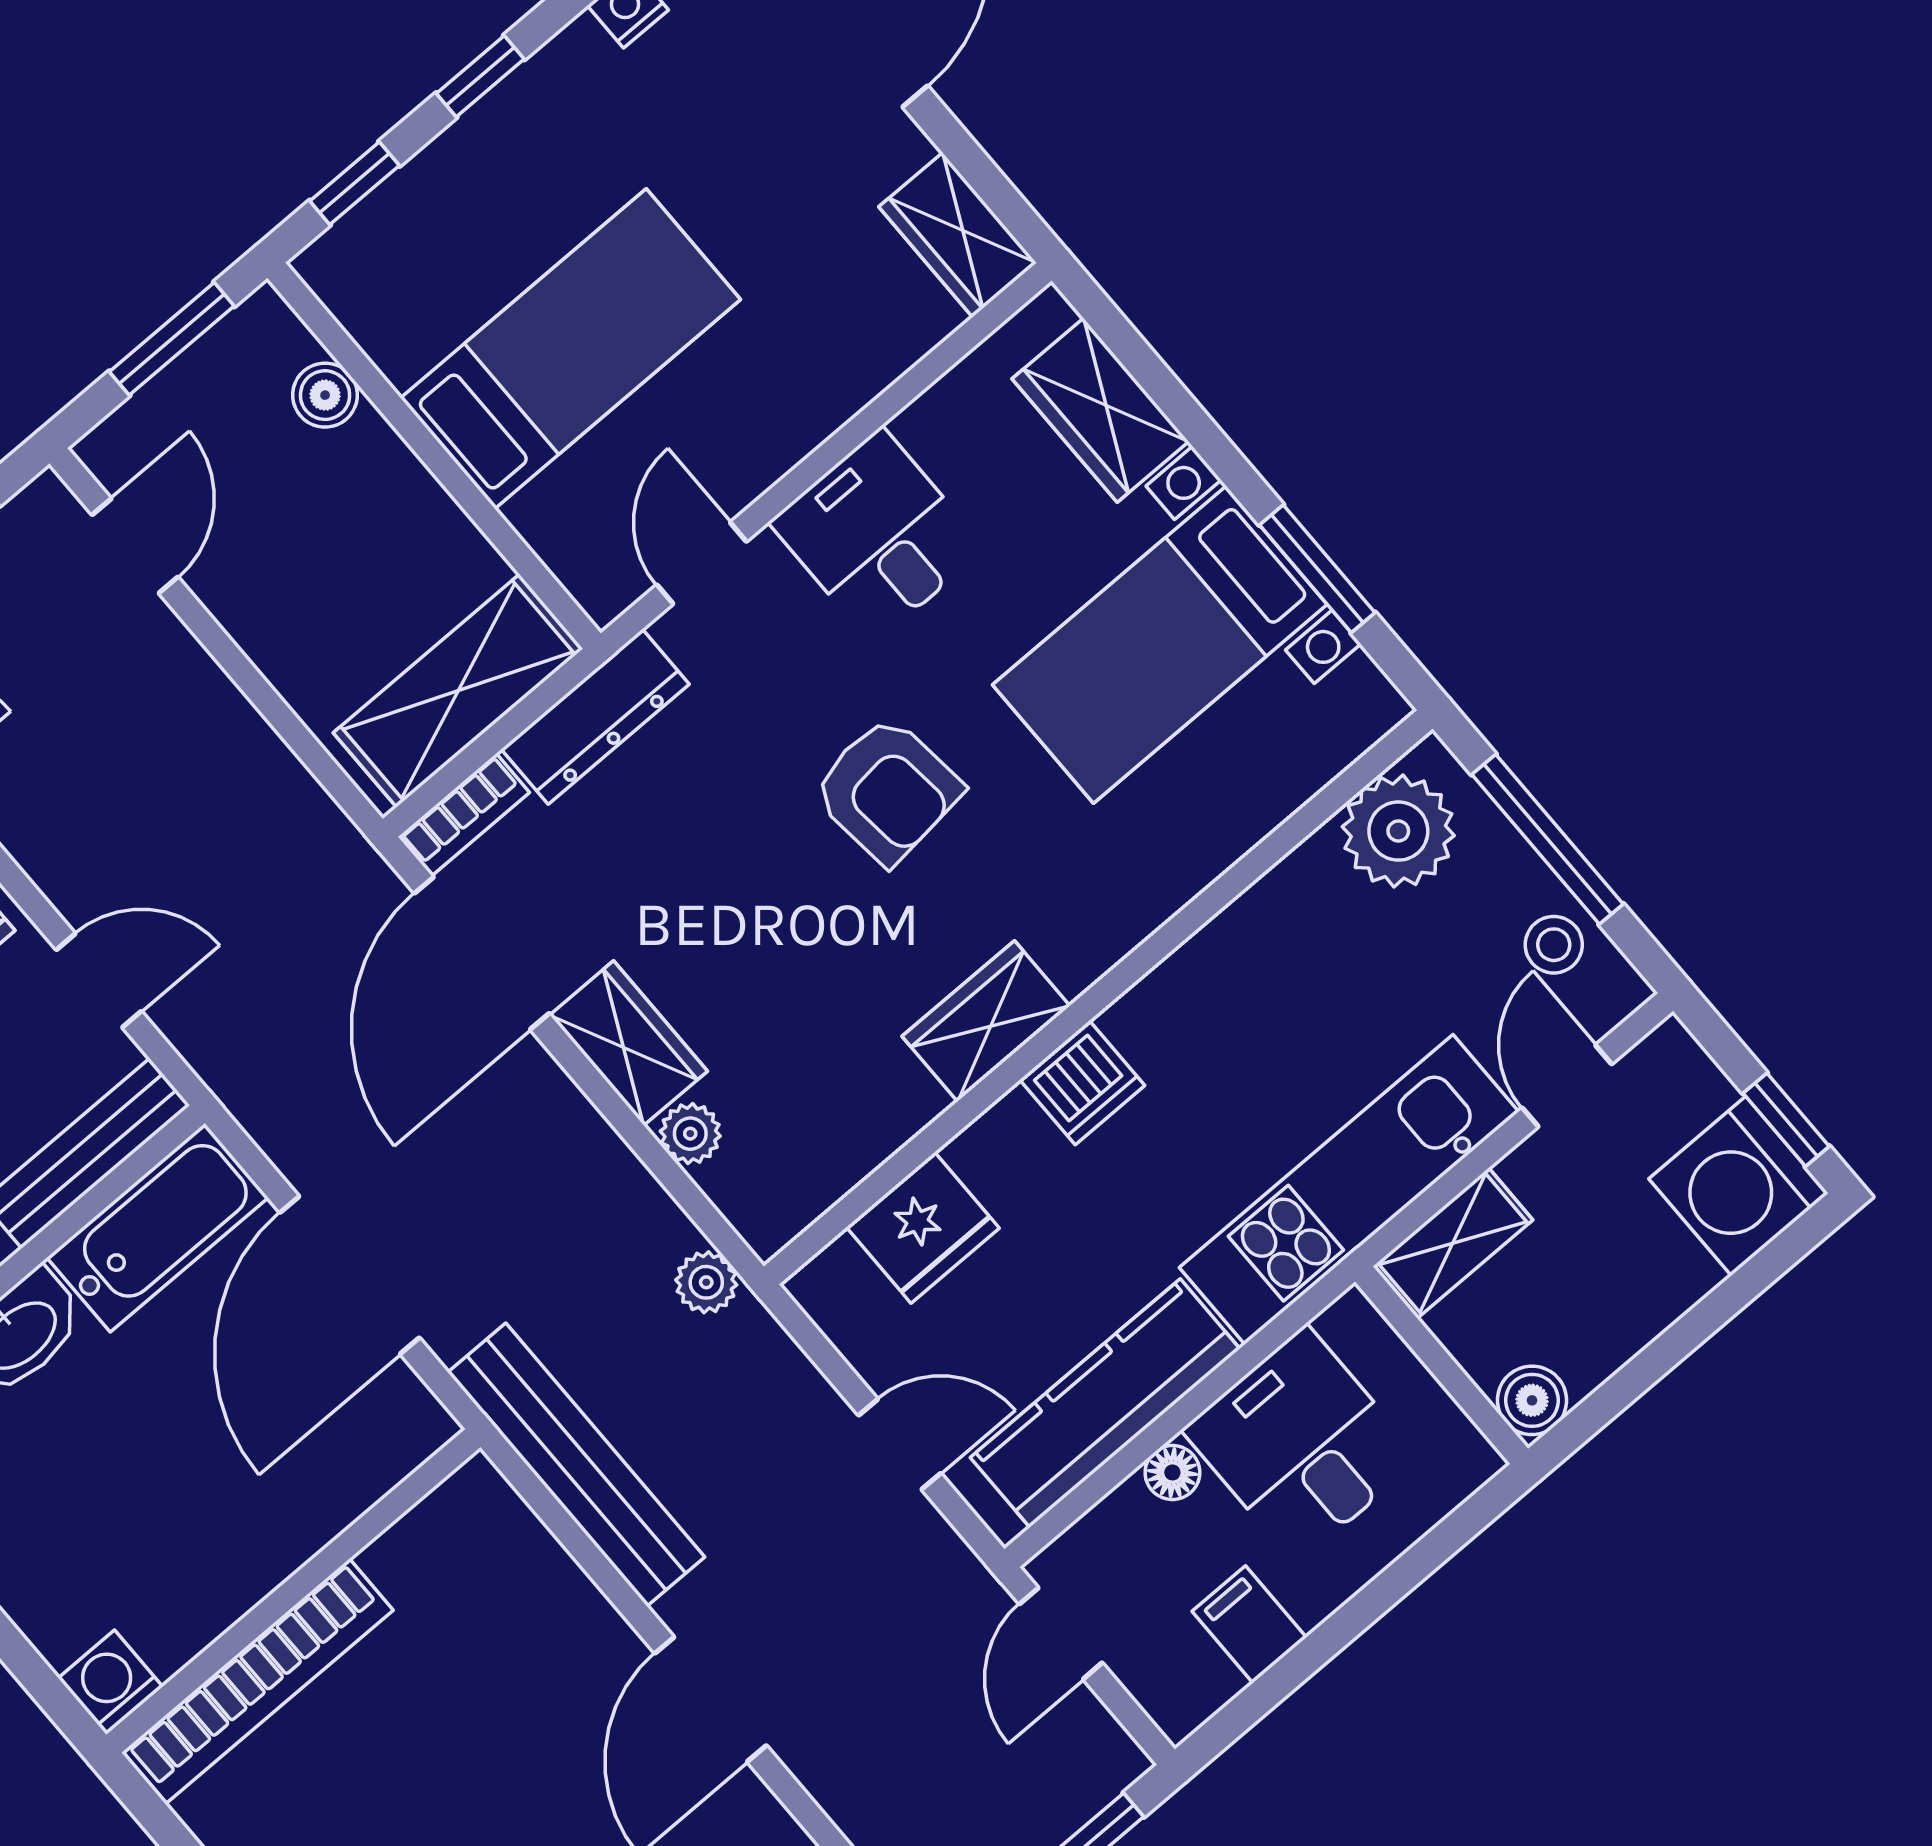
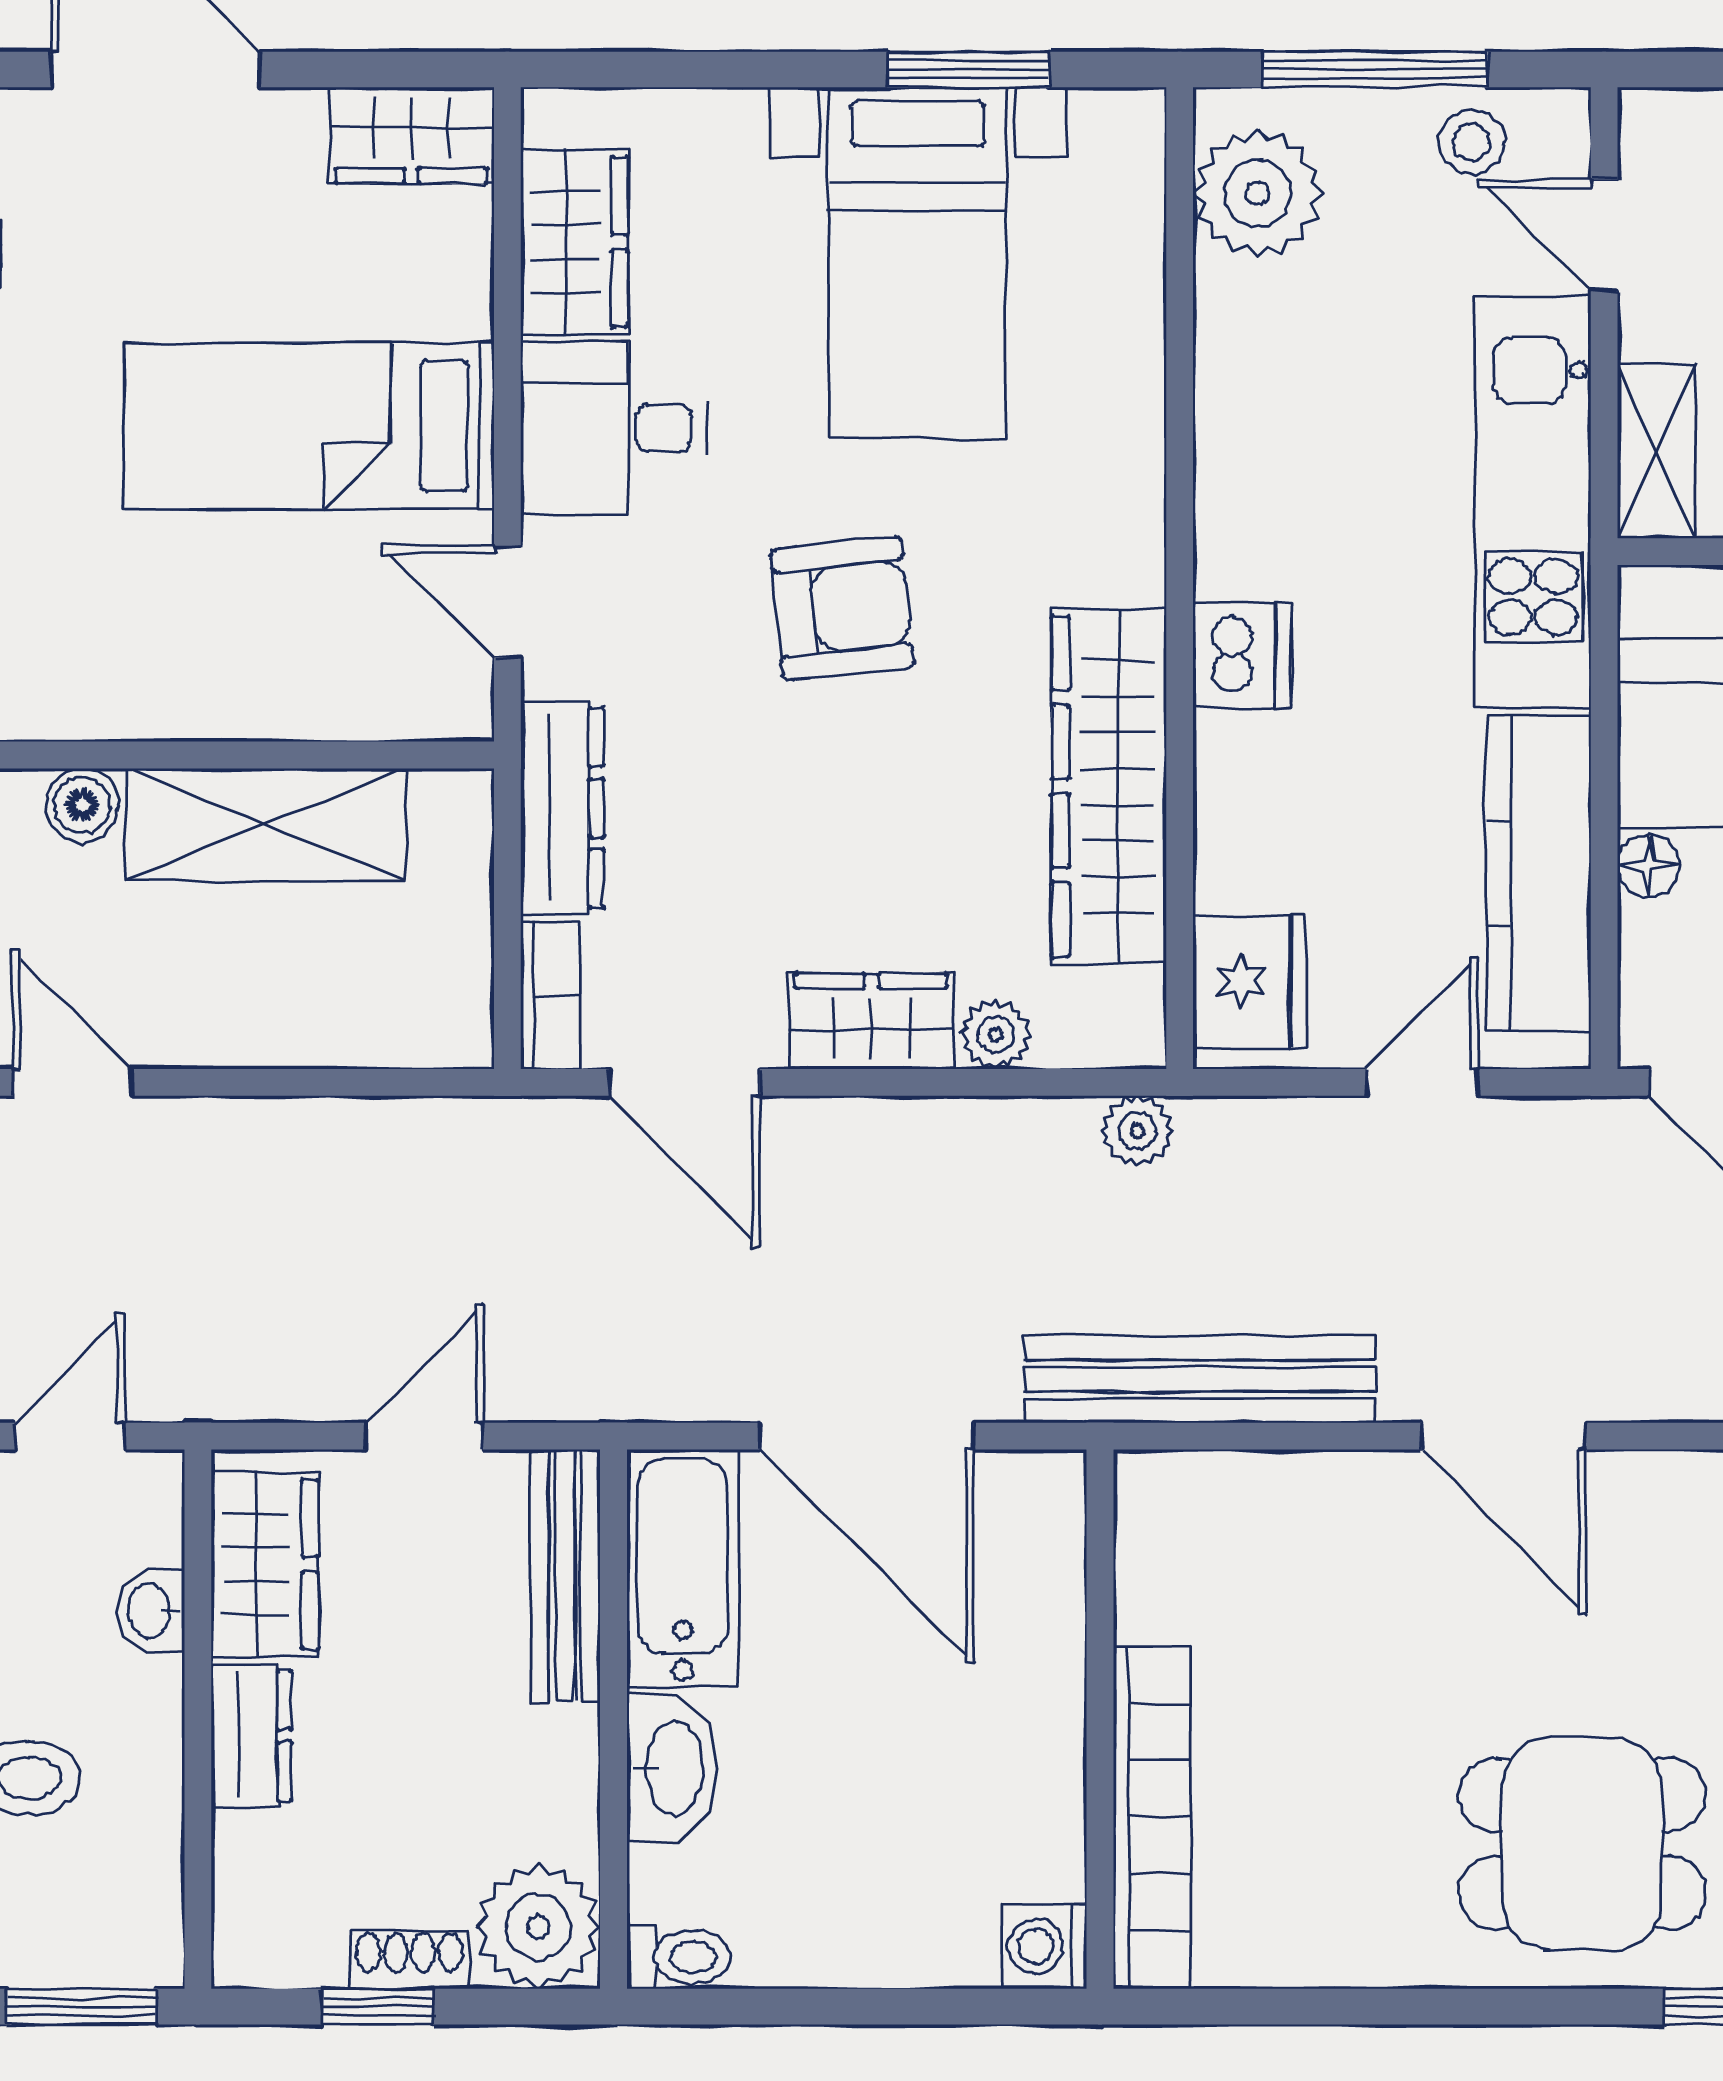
bed: (571, 349) -> (309, 426), moved, turned -90
wardrobe: (1100, 410) -> (574, 242), moved, turned -90
shelving: (458, 691) -> (266, 824), moved, turned 90
door: (482, 953) -> (684, 1082), width x0.73
wardrobe: (986, 1021) -> (1109, 786), width x2.10, depth x1.17
fridge: (923, 1228) -> (1250, 981), moved

